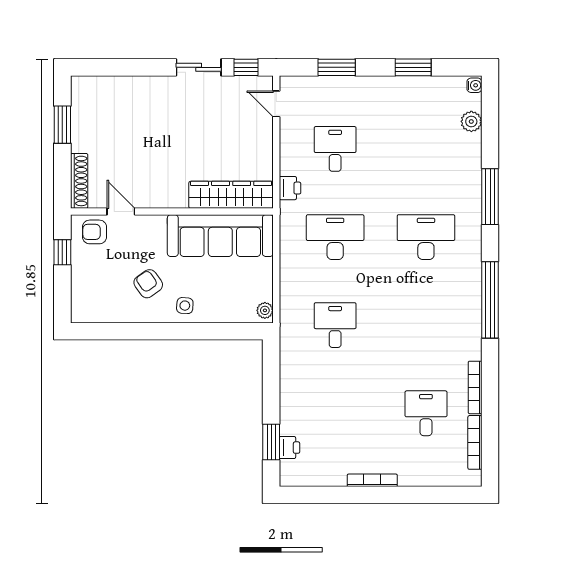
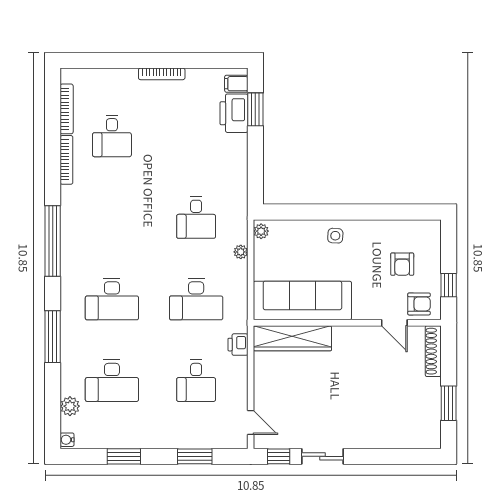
desk: (426, 149) -> (112, 381), added
armchair: (148, 284) -> (402, 264), moved, turned 35
plant: (287, 288) -> (241, 252), added
printer: (289, 448) -> (234, 113), width x1.87, depth x1.48
filing cabinet: (292, 470) -> (236, 84), added

